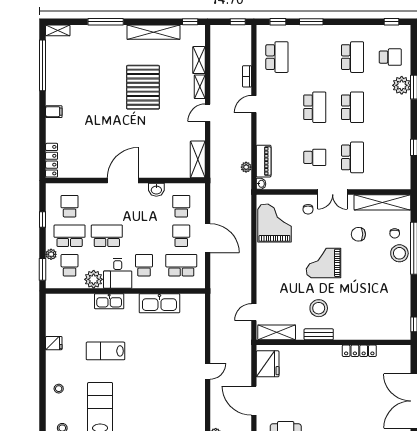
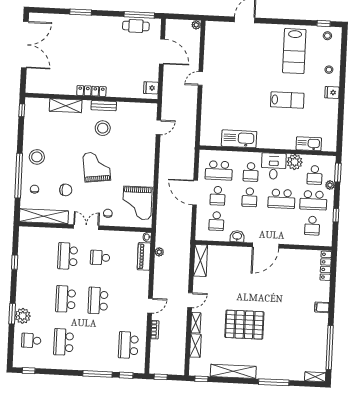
window: (311, 22) -> (98, 374), width x1.44
pallet: (143, 87) -> (244, 325), turned 90
school desk: (144, 236) -> (250, 197), added
stool: (399, 253) -> (37, 157), moved
grand piano: (324, 263) -> (97, 167), turned -97
kitchen sink: (109, 301) -> (309, 144), moved
shelving: (277, 332) -> (66, 106), moved
fridge: (54, 343) -> (332, 92), moved
locker: (359, 351) -> (91, 91), moved
fridge: (268, 364) -> (151, 88), width x0.53, depth x0.75

